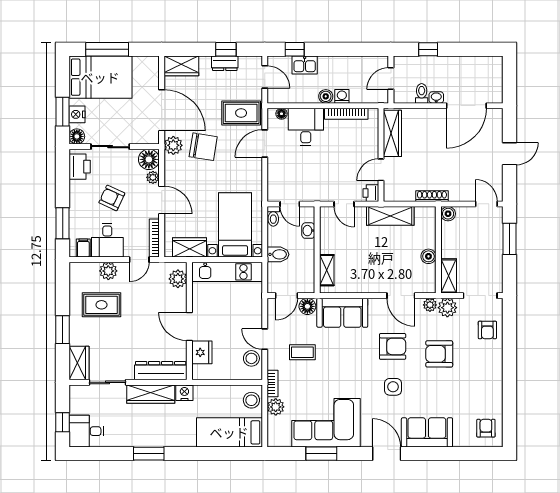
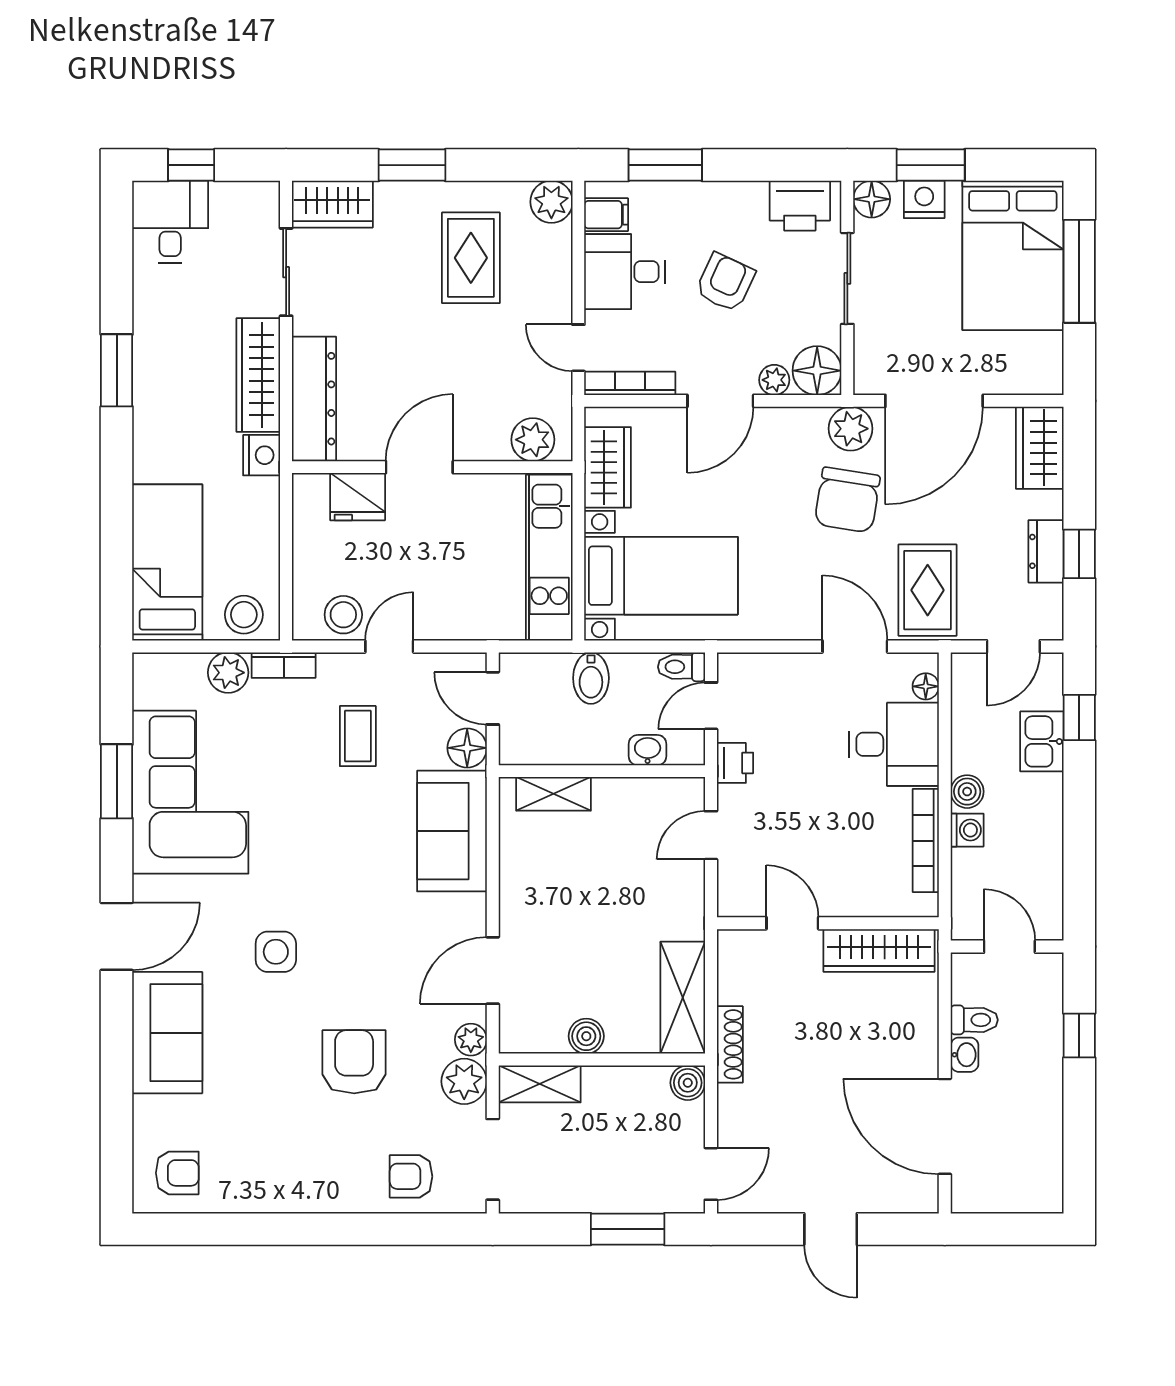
printer: (371, 193) -> (735, 763), moved, turned 90
shelving: (390, 216) -> (683, 998), moved
plant: (108, 271) -> (551, 202), moved
armchair: (393, 346) -> (372, 951), removed

